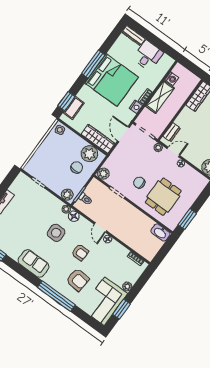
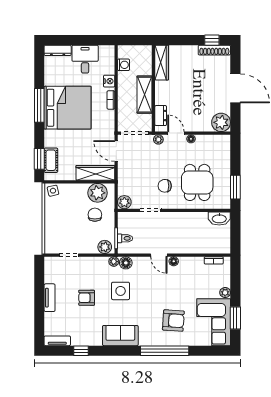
shelving: (160, 97) -> (144, 95), moved
nightstand: (136, 107) -> (109, 81), moved
door: (173, 152) -> (176, 133), hinge flipped
armchair: (80, 252) -> (87, 298), moved, turned 180

